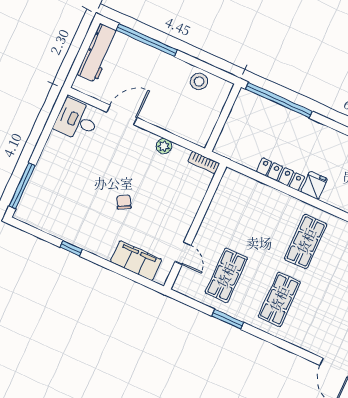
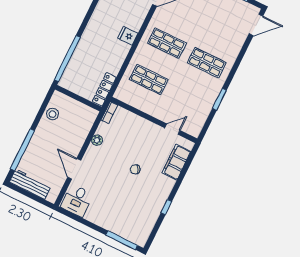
locker: (281, 174) -> (104, 89), moved
shop shelf: (226, 275) -> (149, 80), moved

